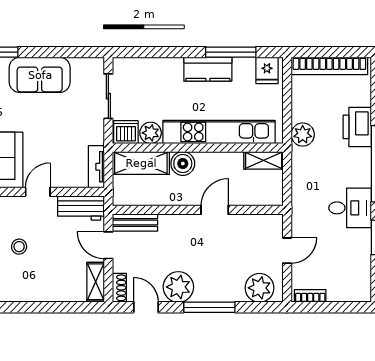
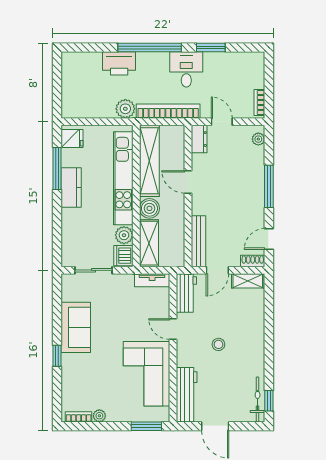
bookcase: (329, 66) -> (168, 111), moved, turned -90
shelving: (264, 160) -> (149, 161), width x2.20, depth x1.33
bench: (135, 223) -> (198, 241), width x1.36
dresser: (266, 223) -> (199, 139), added
plant: (178, 287) -> (252, 212), removed
plant: (259, 288) -> (258, 139), width x0.53, depth x0.53

